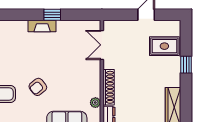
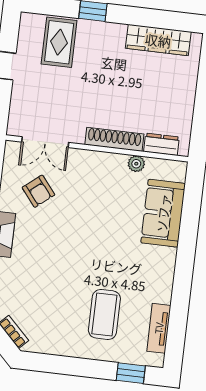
armchair: (38, 87) -> (38, 191), moved

